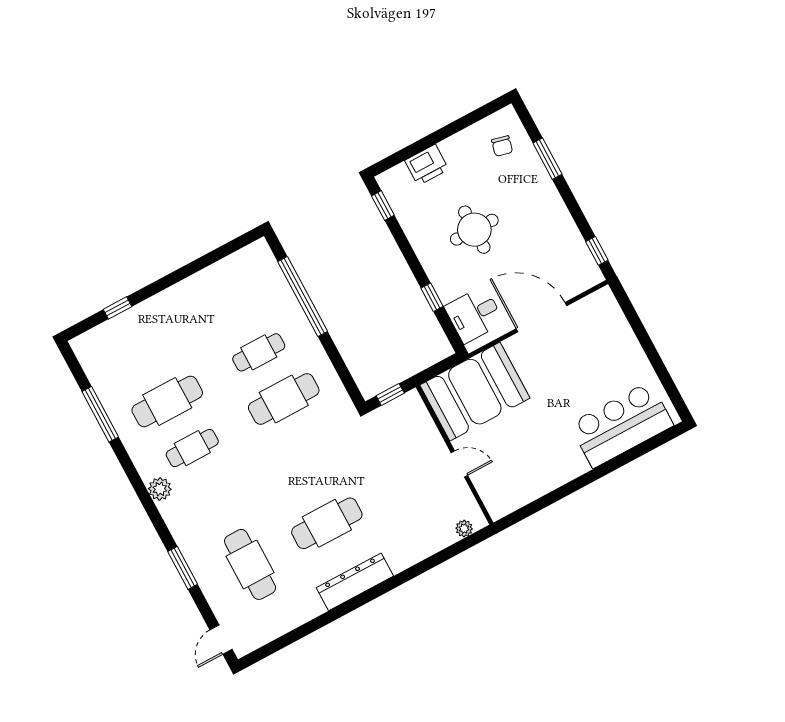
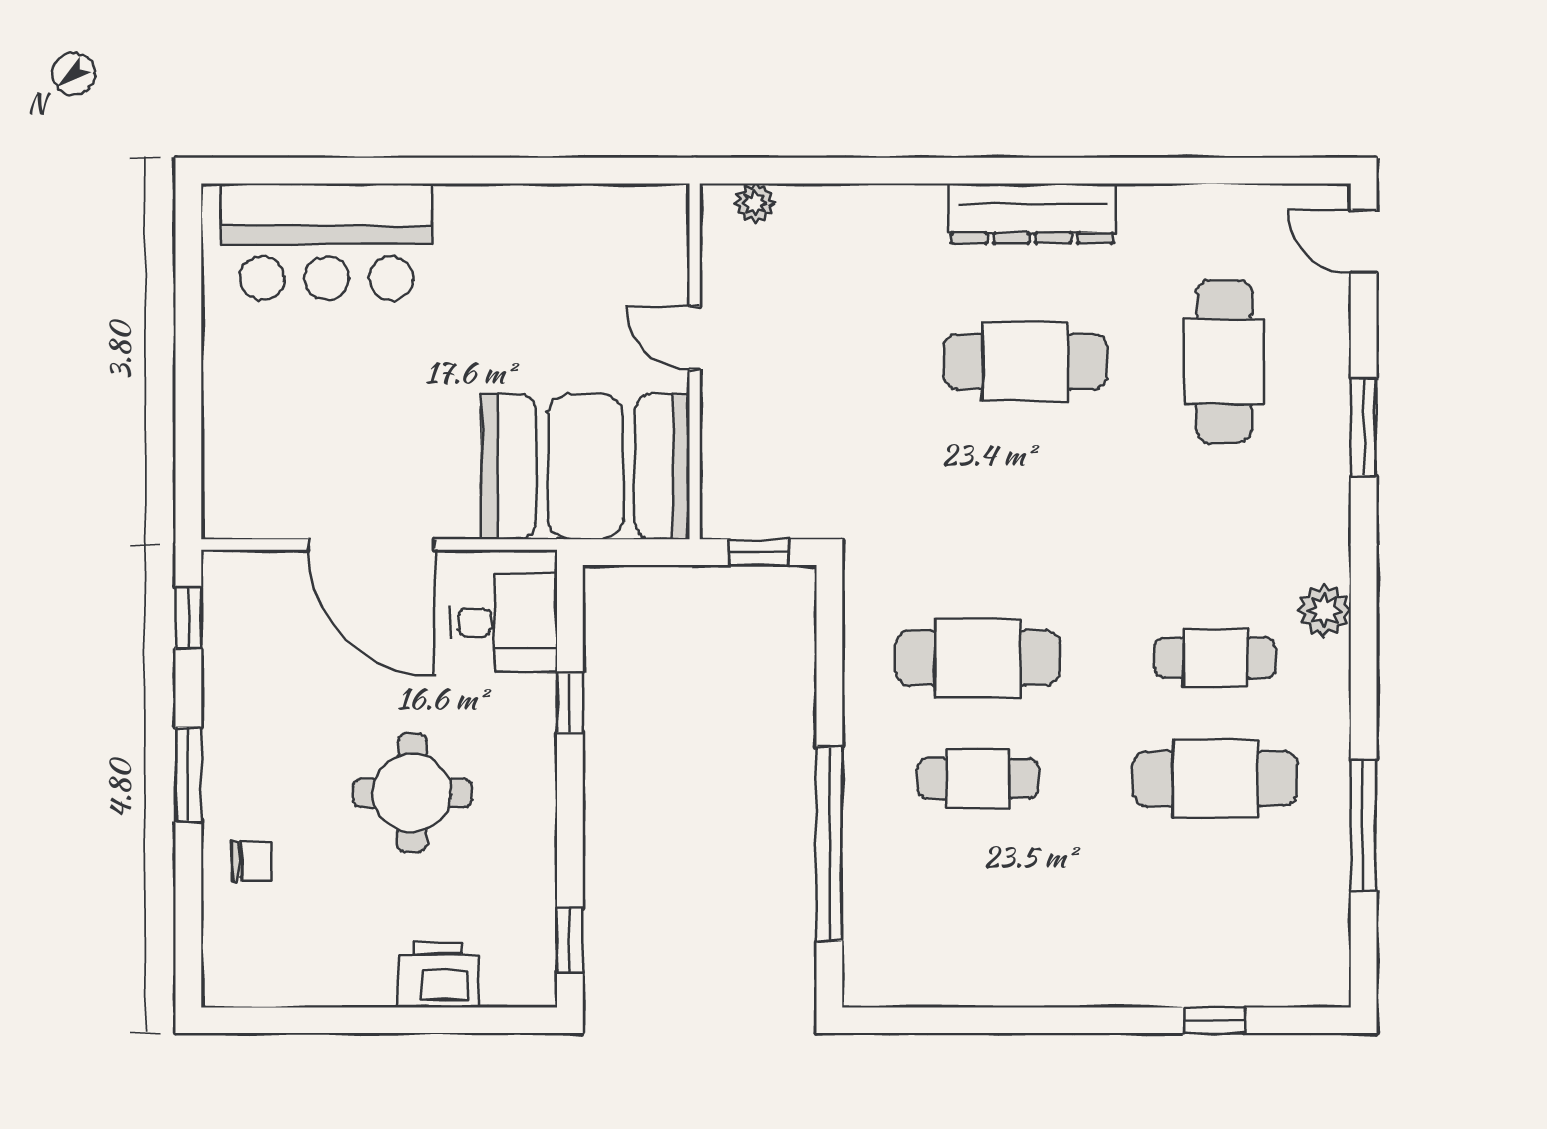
chair: (502, 146) -> (252, 861), moved, turned 76
window: (547, 159) -> (188, 774), moved
door: (221, 640) -> (1364, 242), swing flipped

